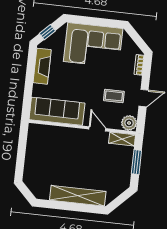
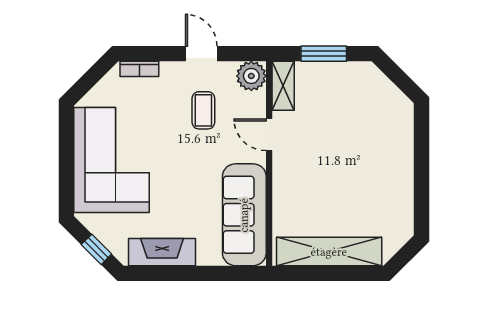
door: (97, 129) -> (269, 135), hinge flipped
shelving: (78, 196) -> (329, 252), moved, turned 90

